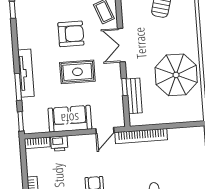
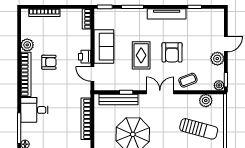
tv unit: (26, 73) -> (167, 14), moved
bench: (134, 96) -> (118, 99), width x1.36
bookcase: (141, 136) -> (86, 119), moved
printer: (59, 144) -> (85, 57), moved

